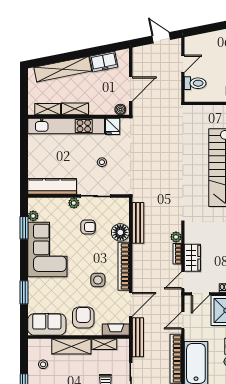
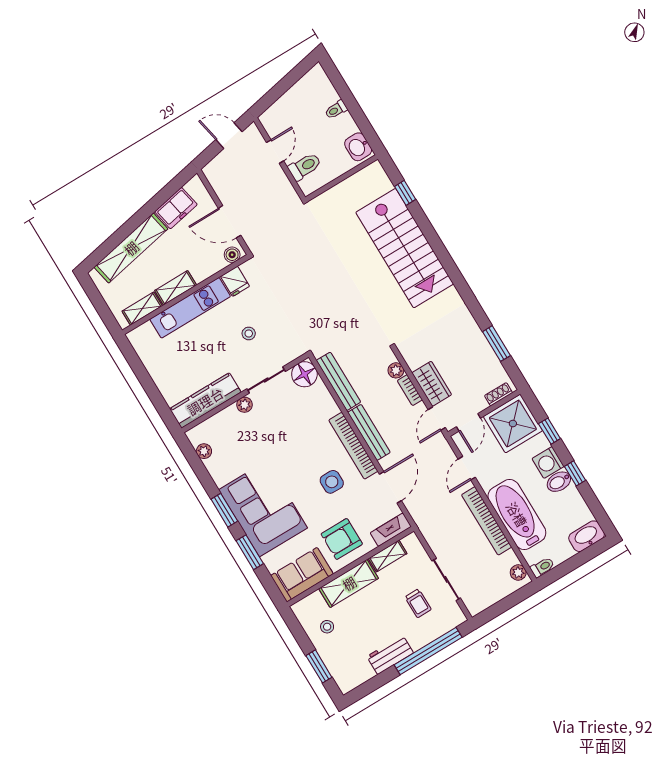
door: (131, 89) -> (230, 222), swing flipped
kitchen unit: (66, 126) -> (190, 308), width x0.73
armchair: (88, 227) -> (280, 424), removed
window: (24, 228) -> (224, 510), moved
floor lamp: (120, 232) -> (304, 374), moved
corner sofa: (47, 250) -> (263, 509), moved
armchair: (83, 318) -> (342, 539), turned -90
bench: (138, 337) -> (369, 432), moved

